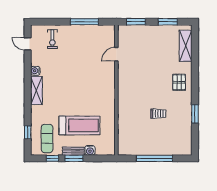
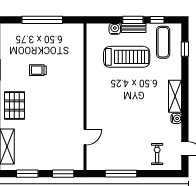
pallet: (179, 82) -> (14, 105), width x1.50, depth x1.42
treadmill: (79, 125) -> (127, 57), turned 180

